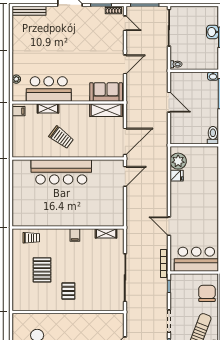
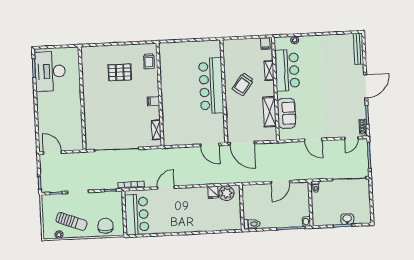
sofa: (106, 92) -> (286, 113), moved
shelving: (106, 110) -> (270, 112), moved
pallet: (68, 291) -> (102, 98), removed
chair: (207, 293) -> (106, 226), turned -90

